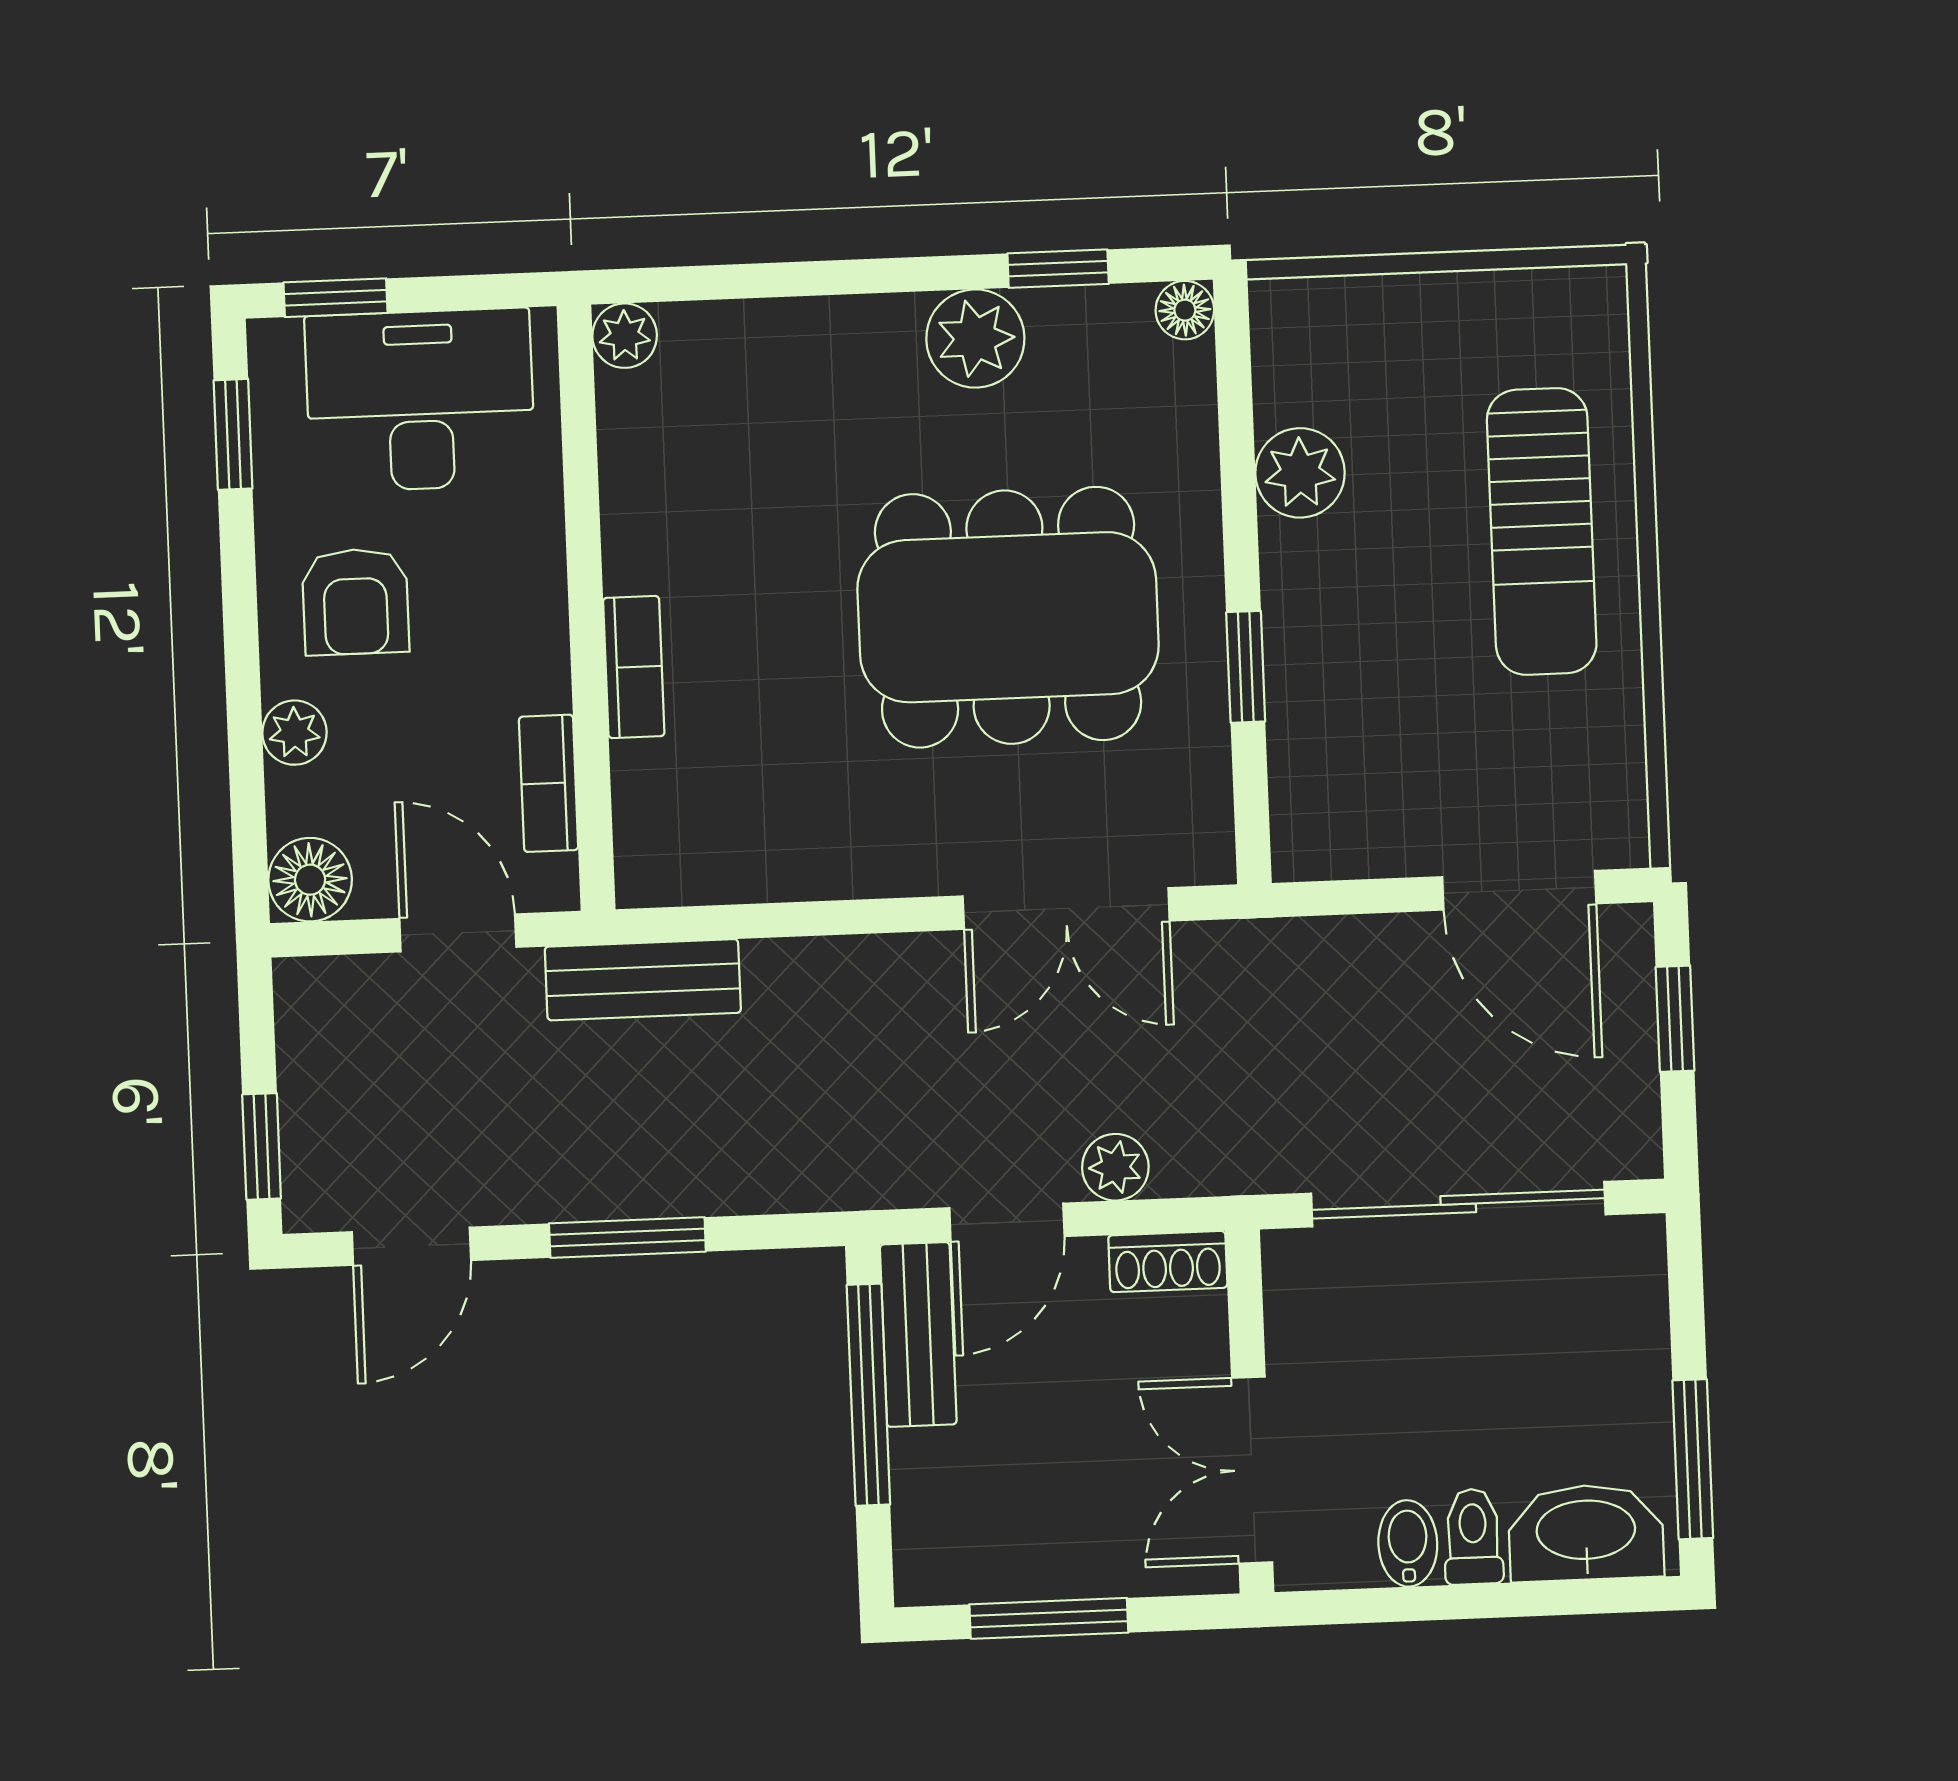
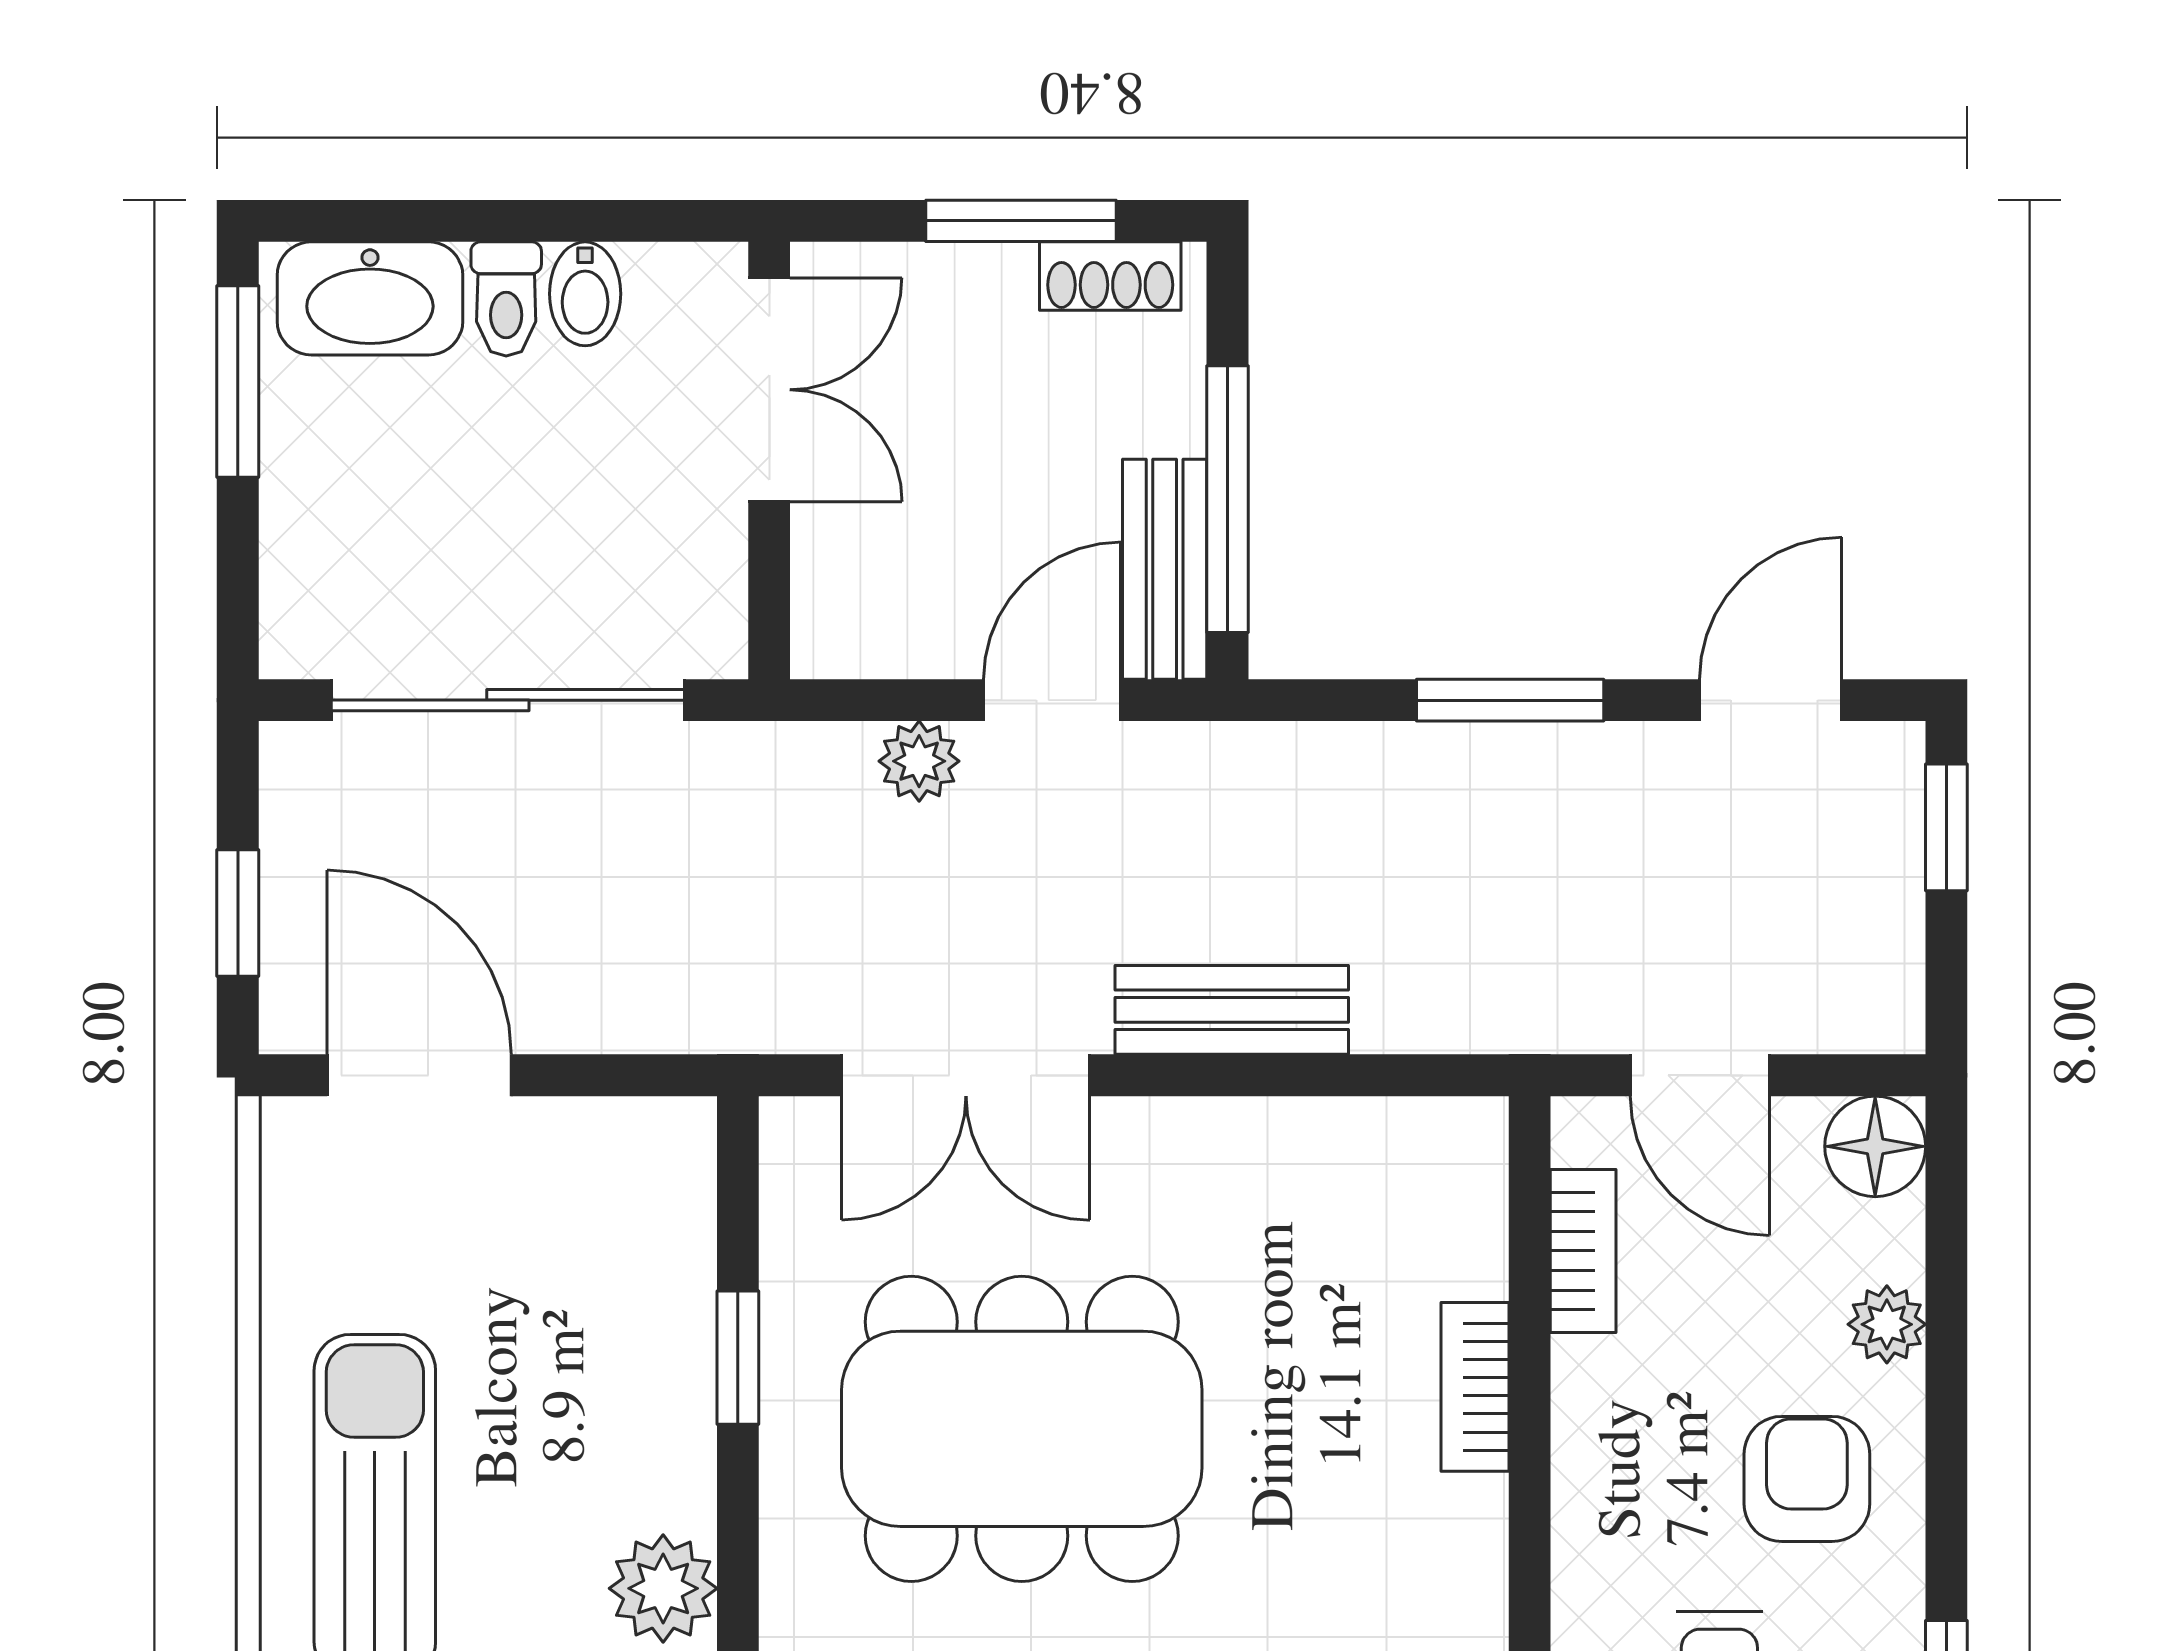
double door: (1066, 908) -> (966, 1075), swing flipped
bench: (643, 980) -> (1232, 1010), moved
shoe rack: (1168, 1262) -> (1110, 276), moved, turned 180

